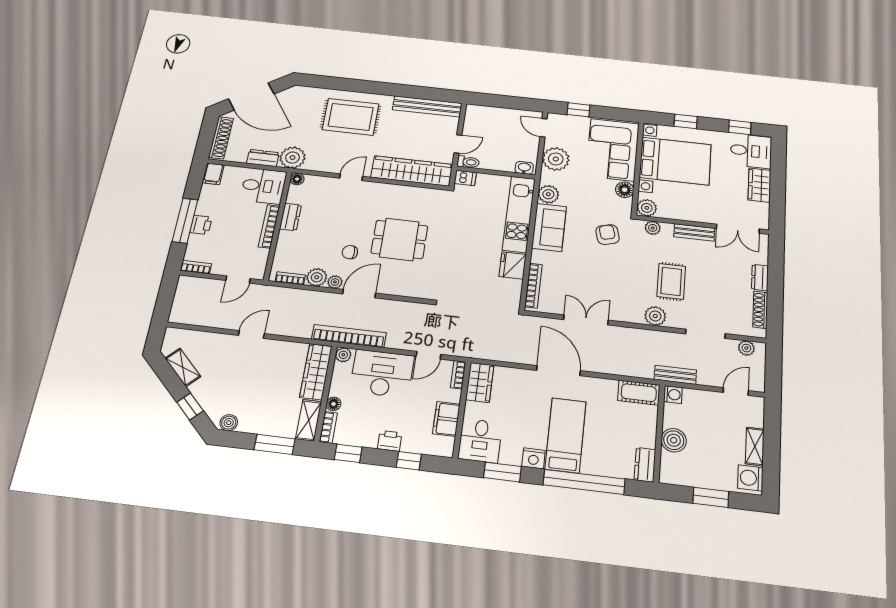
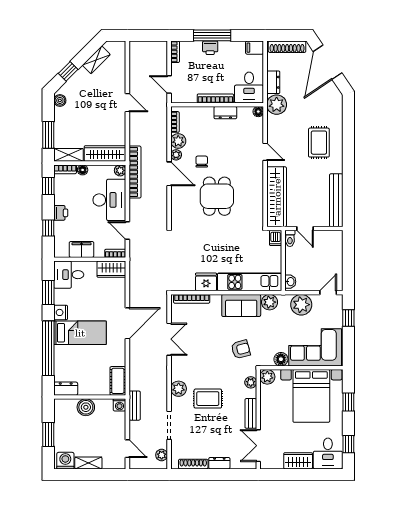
rug: (351, 117) -> (319, 143), width x0.73, depth x0.70

